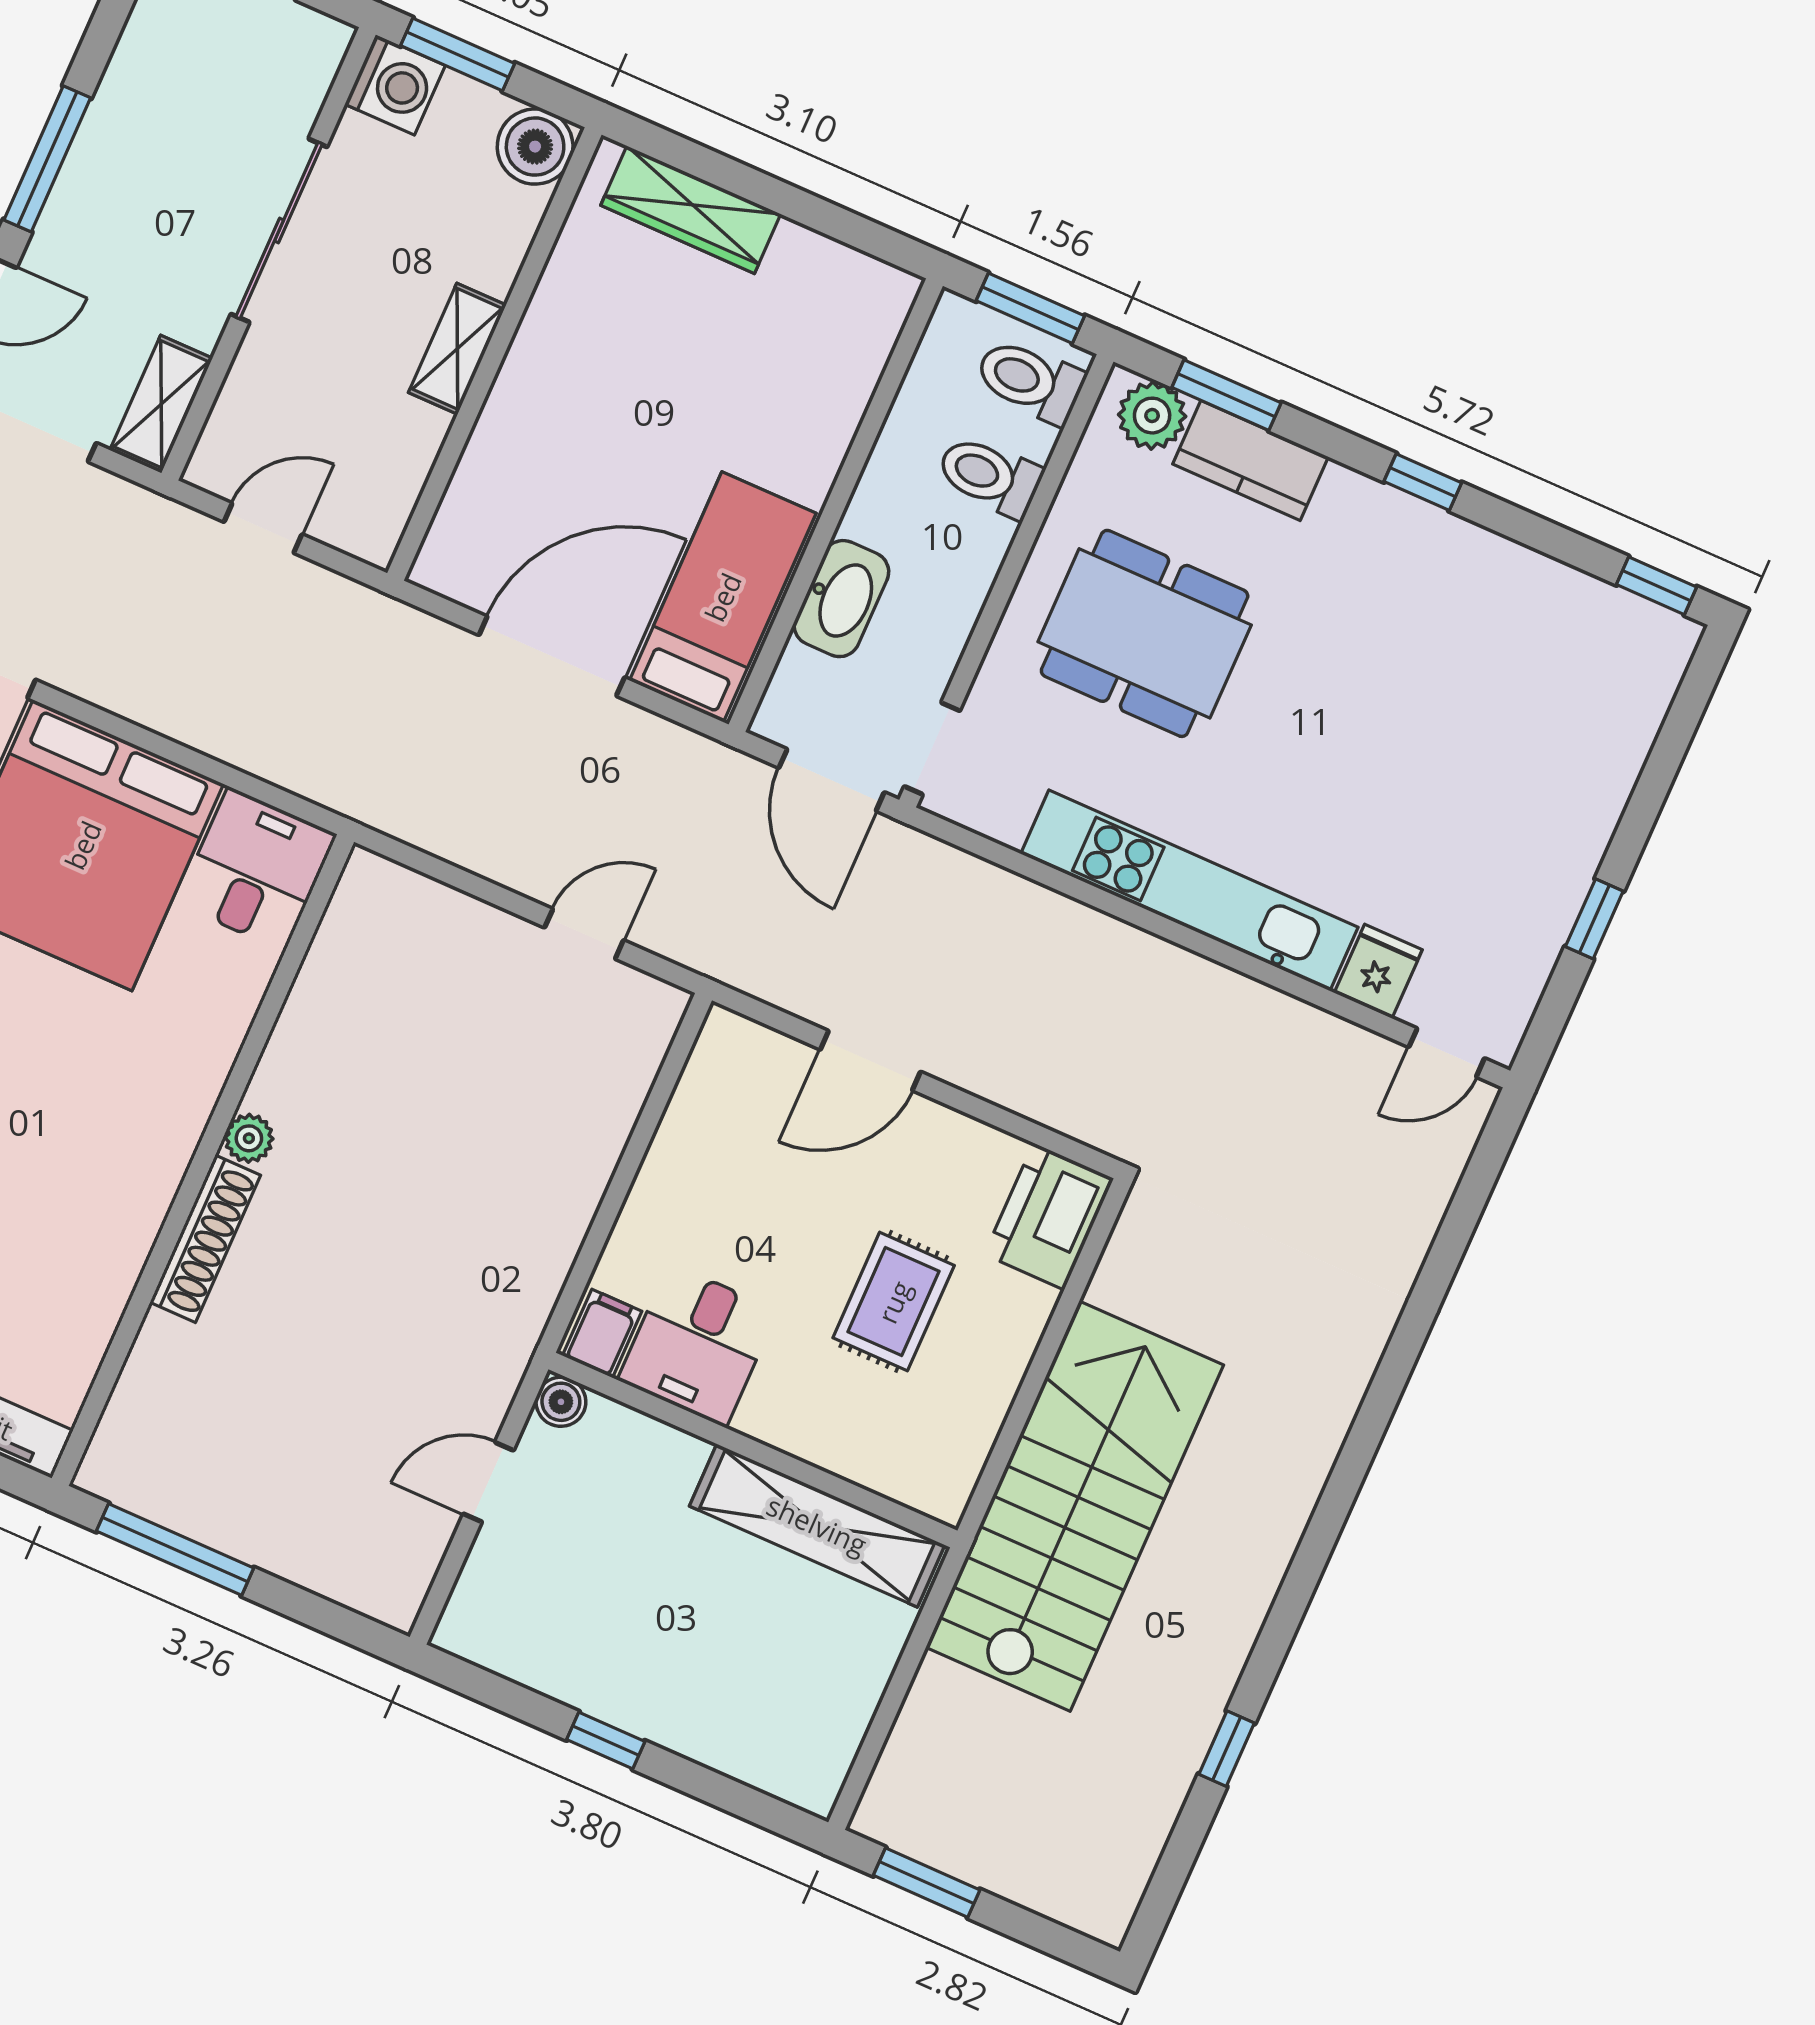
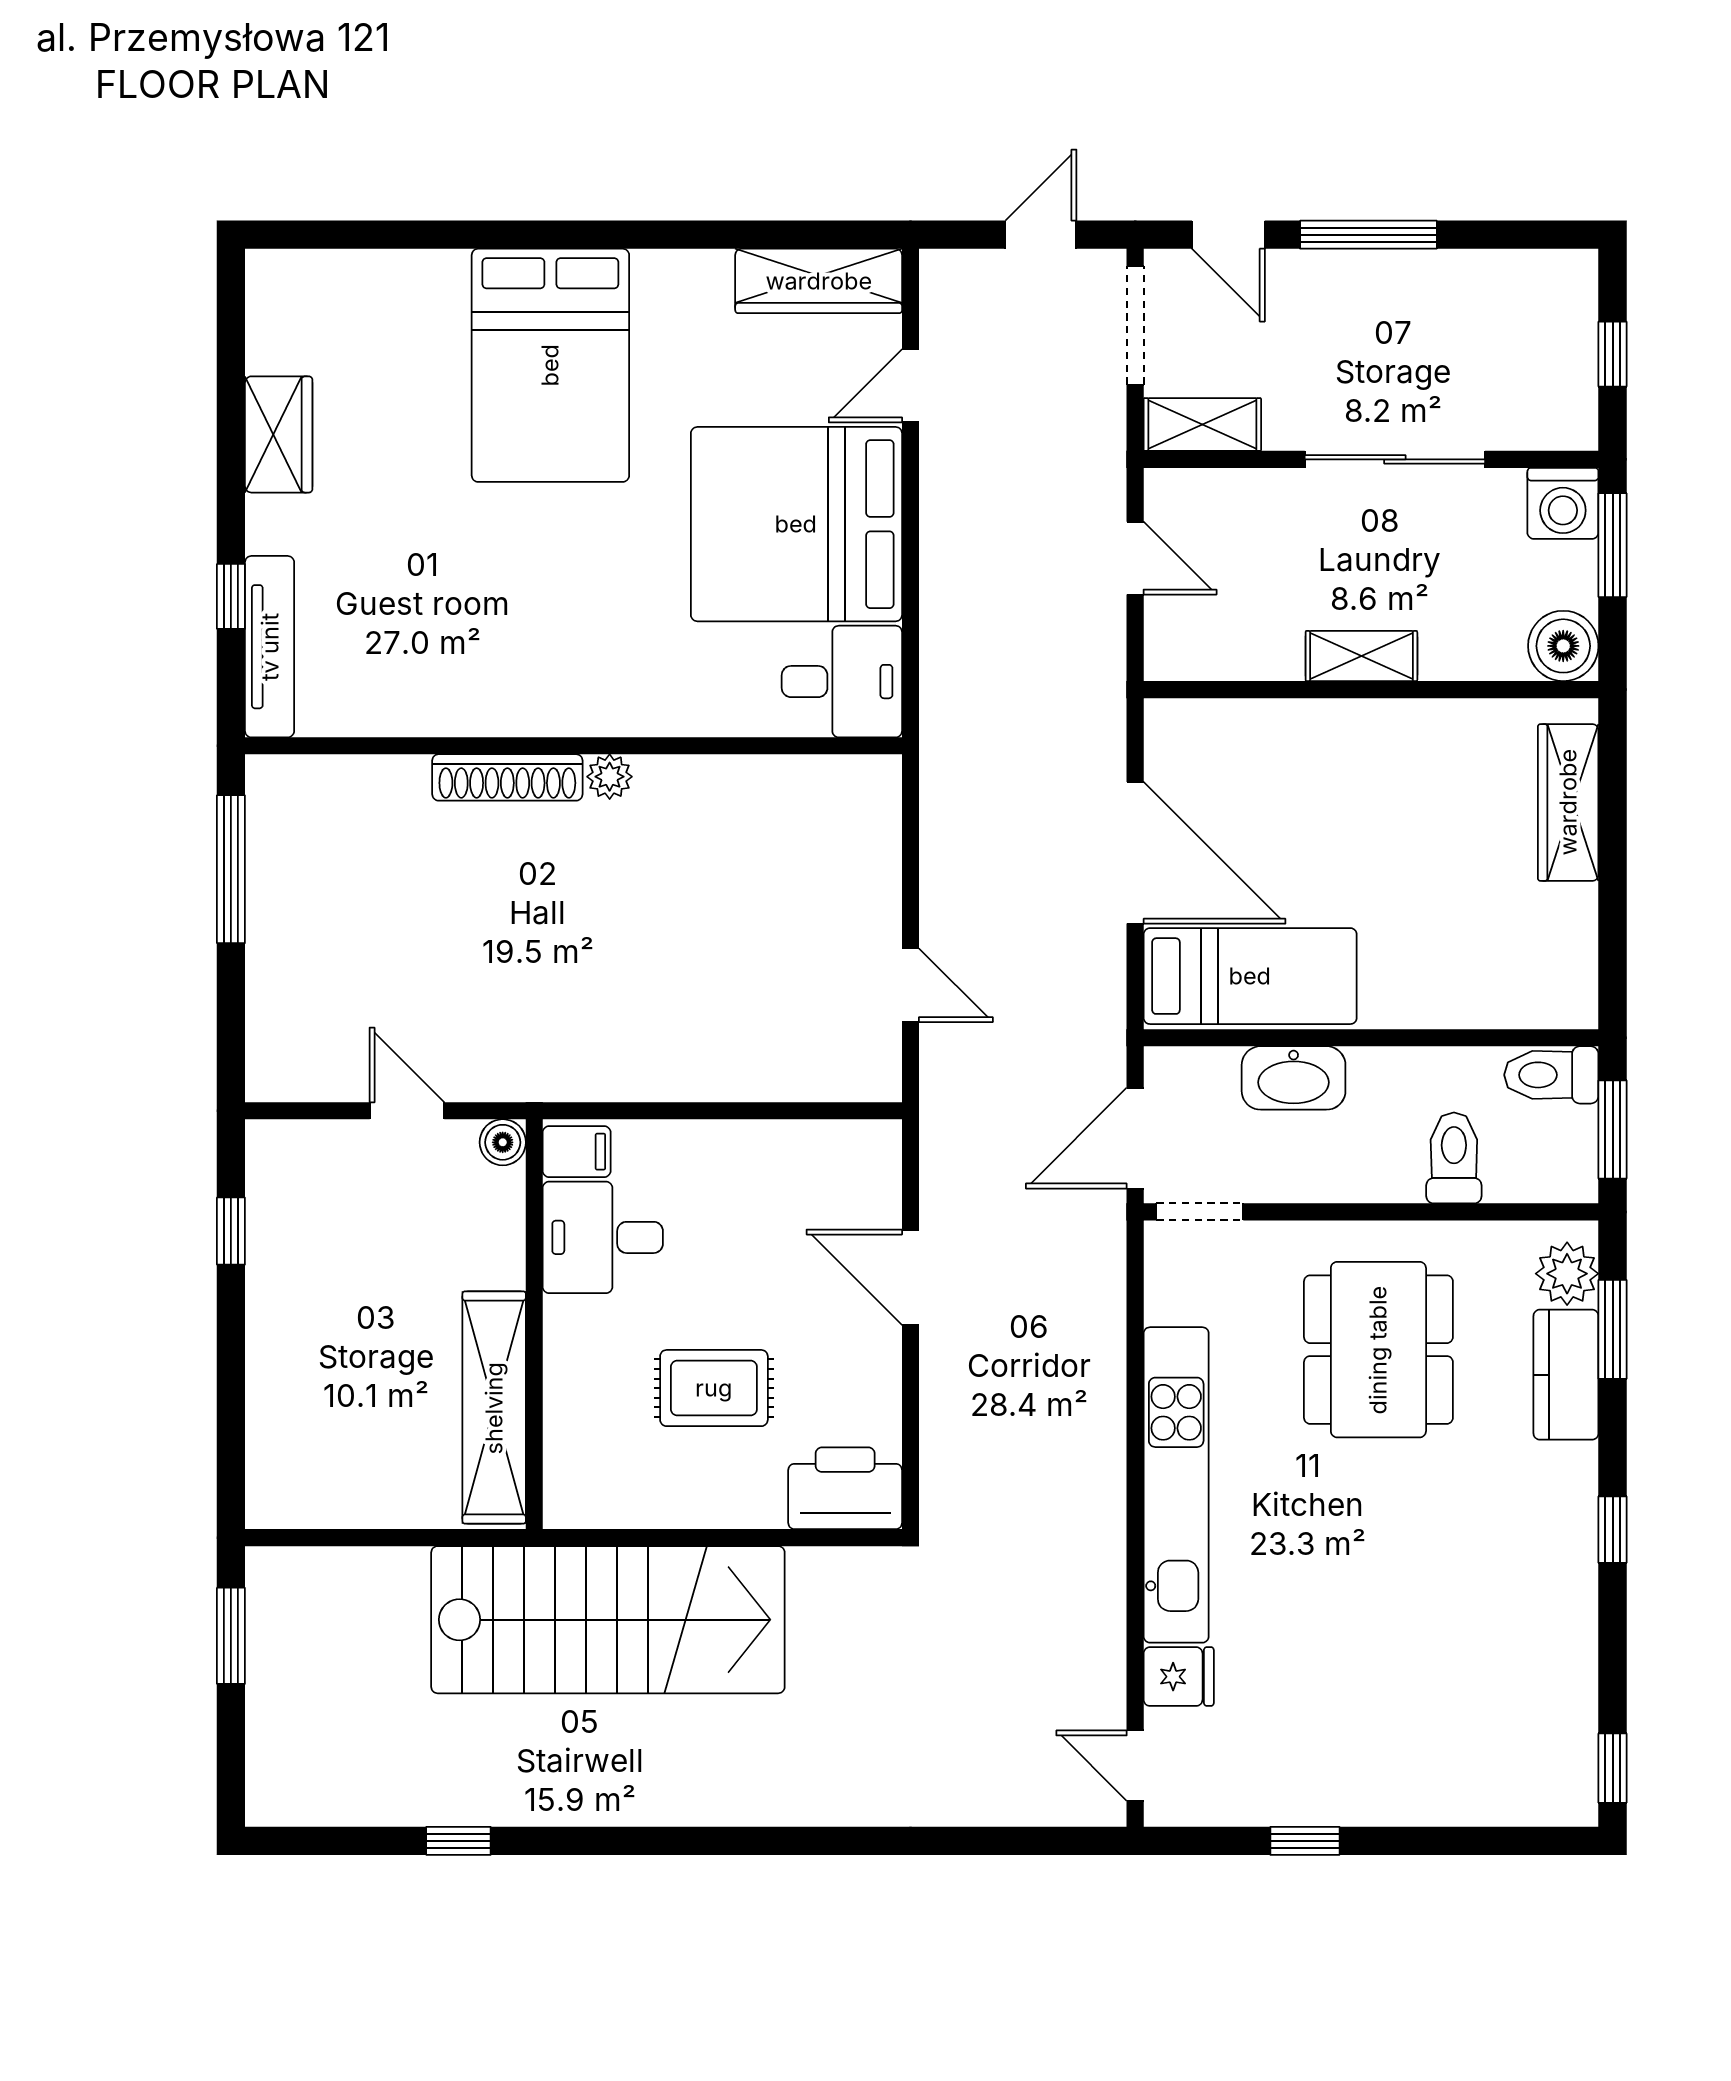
toilet: (1030, 381) -> (1551, 1075), moved, turned -90
window: (606, 1740) -> (231, 1231), moved

